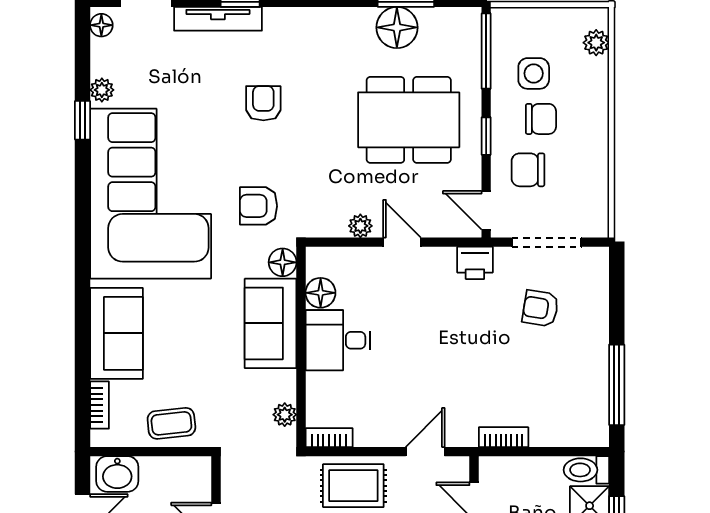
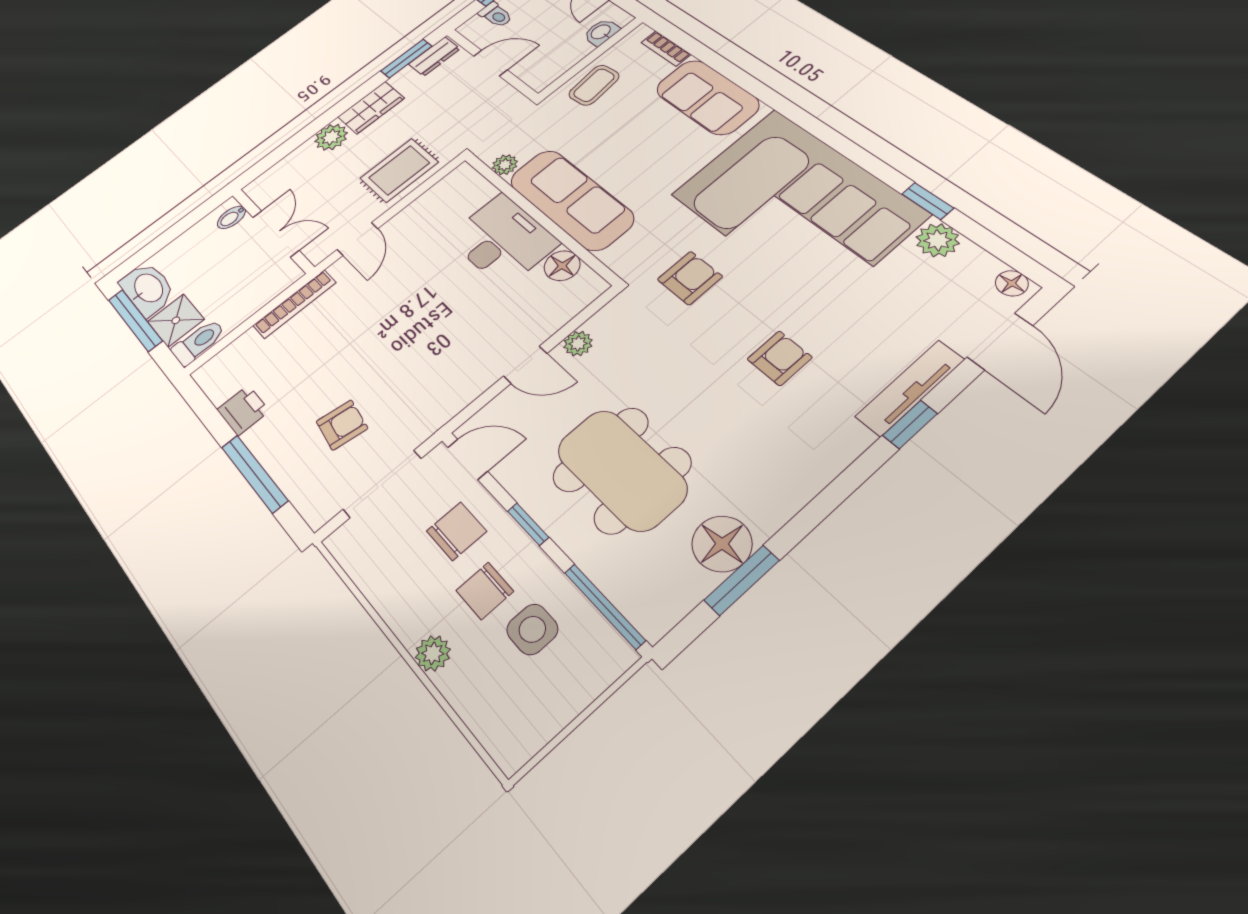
plant: (596, 43) -> (433, 653), moved
plant: (102, 90) -> (938, 240), width x1.38, depth x1.38
armchair: (263, 103) -> (780, 358), turned -90
dining table: (409, 120) -> (622, 470), turned 90
floor lamp: (283, 262) -> (621, 258), removed
printer: (475, 263) -> (243, 410), moved, turned 90
sofa: (271, 323) -> (571, 199), width x1.36
desk: (338, 340) -> (503, 240), width x1.37
window: (617, 385) -> (255, 474), moved
bookcase: (504, 437) -> (295, 304), width x1.56
bookcase: (329, 438) -> (451, 181), removed
washbasin: (117, 474) -> (601, 32), width x0.72, depth x0.69

